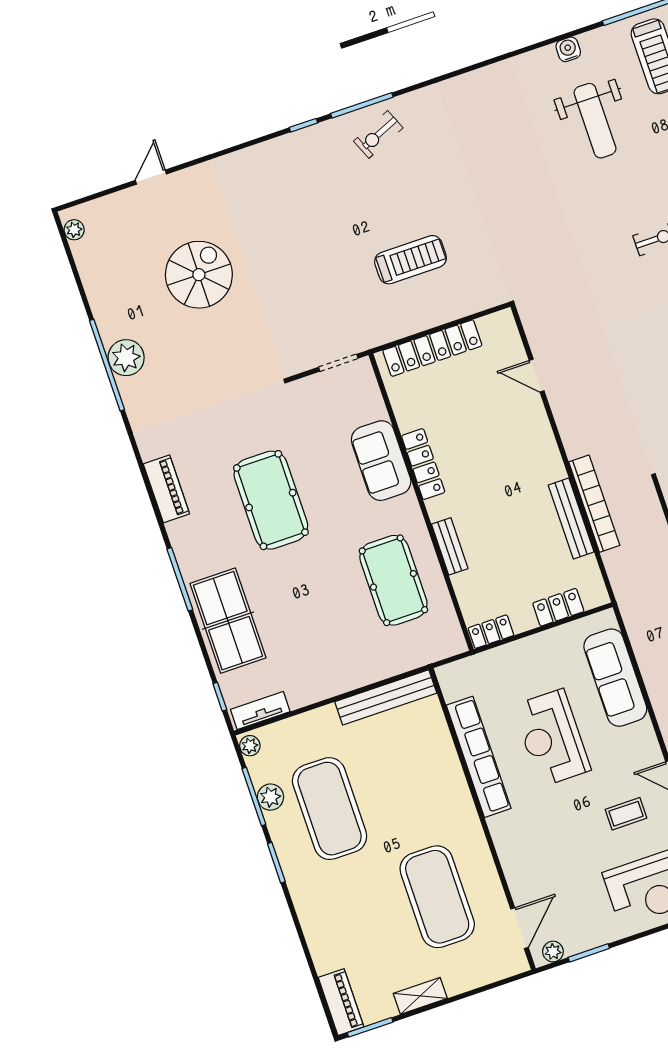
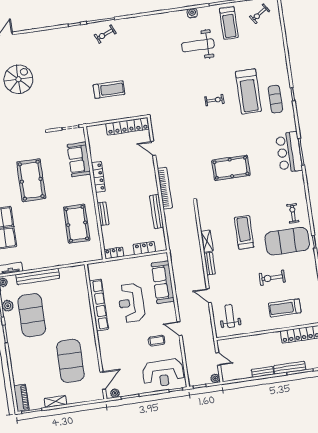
weight bench: (595, 121) -> (198, 45), turned 90
locker: (432, 348) -> (127, 126), moved
sofa: (381, 461) -> (79, 159), moved
bookcase: (594, 504) -> (165, 188), moved
bench: (386, 697) -> (38, 276), moved

